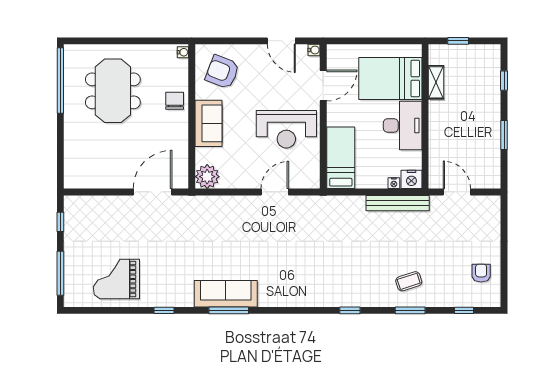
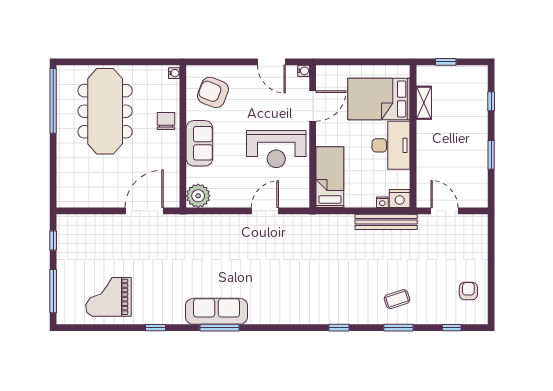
meeting table: (113, 91) -> (105, 111), width x1.36

